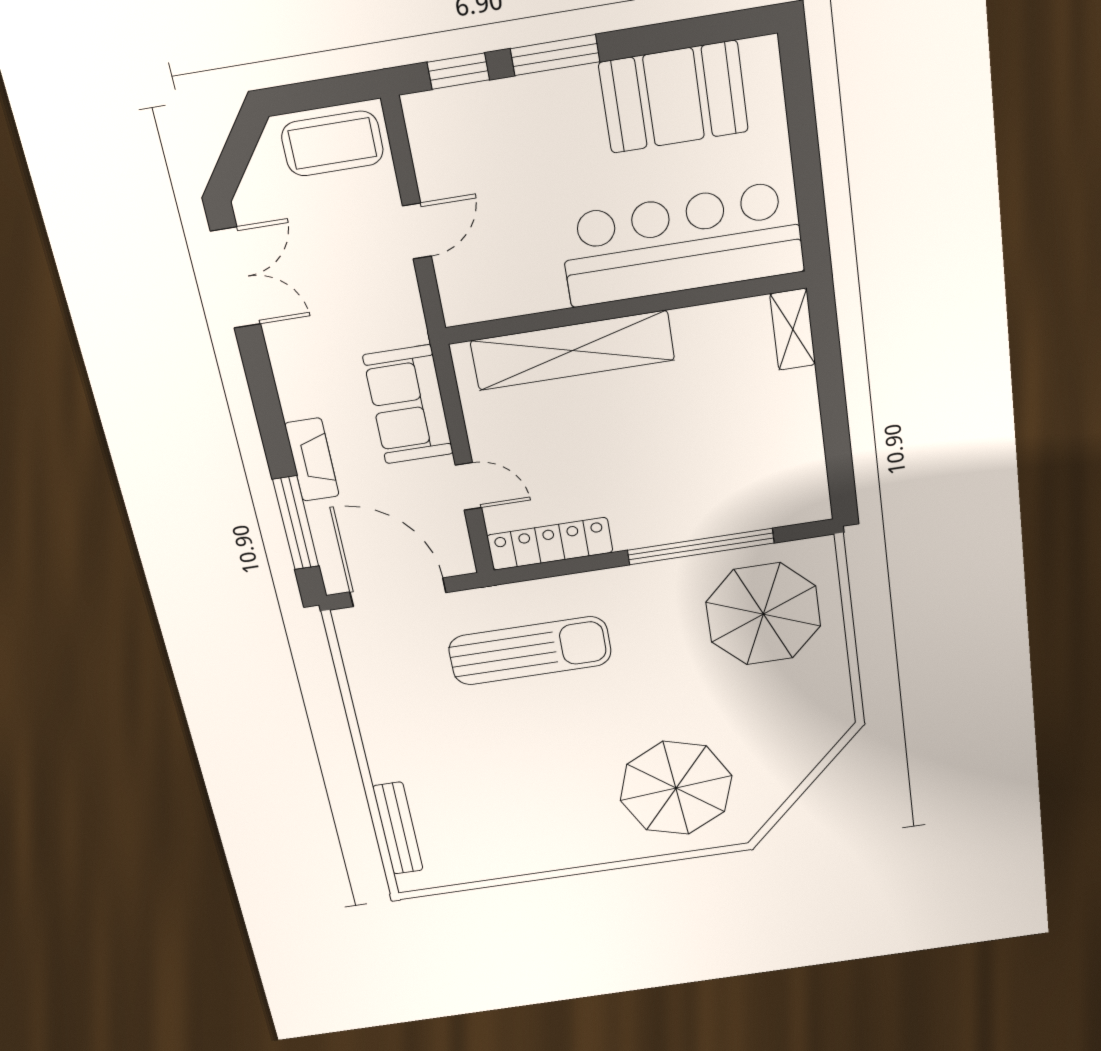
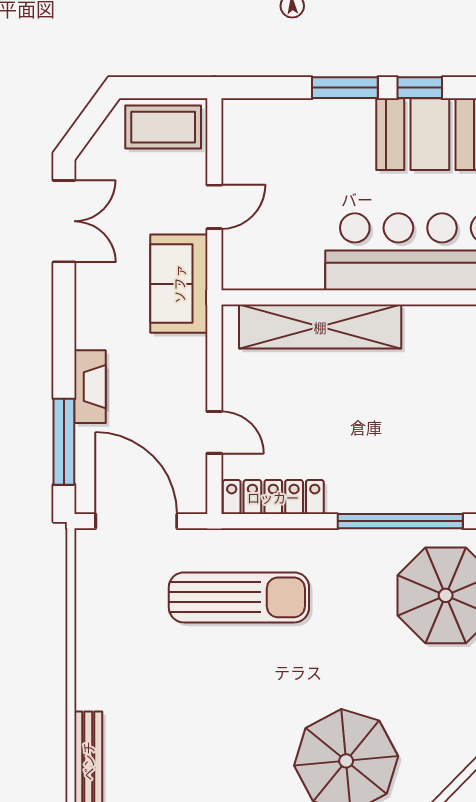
window: (458, 71) -> (420, 88), moved
sofa: (408, 405) -> (179, 284), moved

